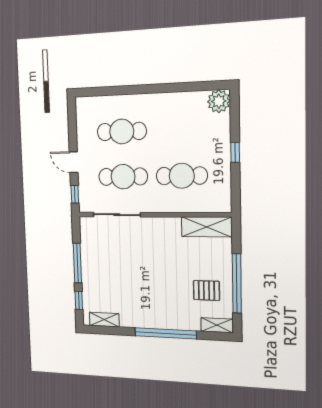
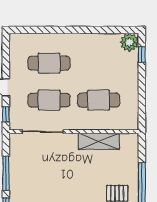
window: (235, 152) -> (142, 54), moved
shelving: (207, 227) -> (99, 141), moved

